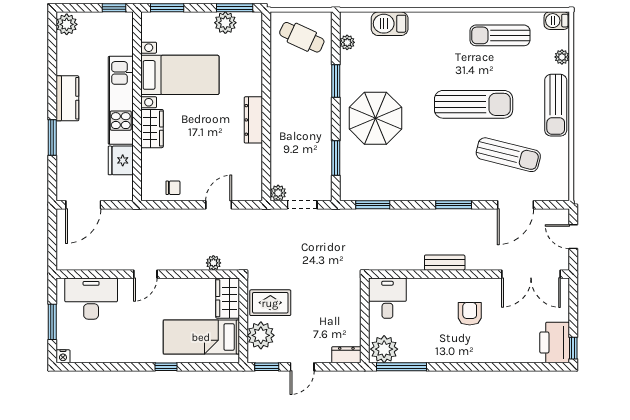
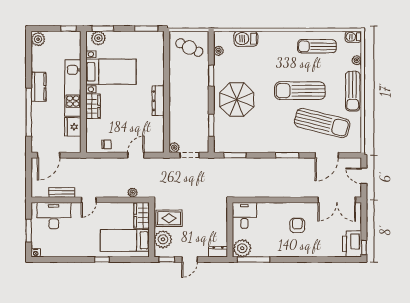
plant: (225, 23) -> (98, 38), moved
sun lounger: (474, 104) -> (300, 91), turned 180
window: (52, 138) -> (29, 112), width x2.11
sun lounger: (508, 155) -> (322, 123), width x1.36, depth x1.34
bench: (445, 263) -> (62, 192), moved

